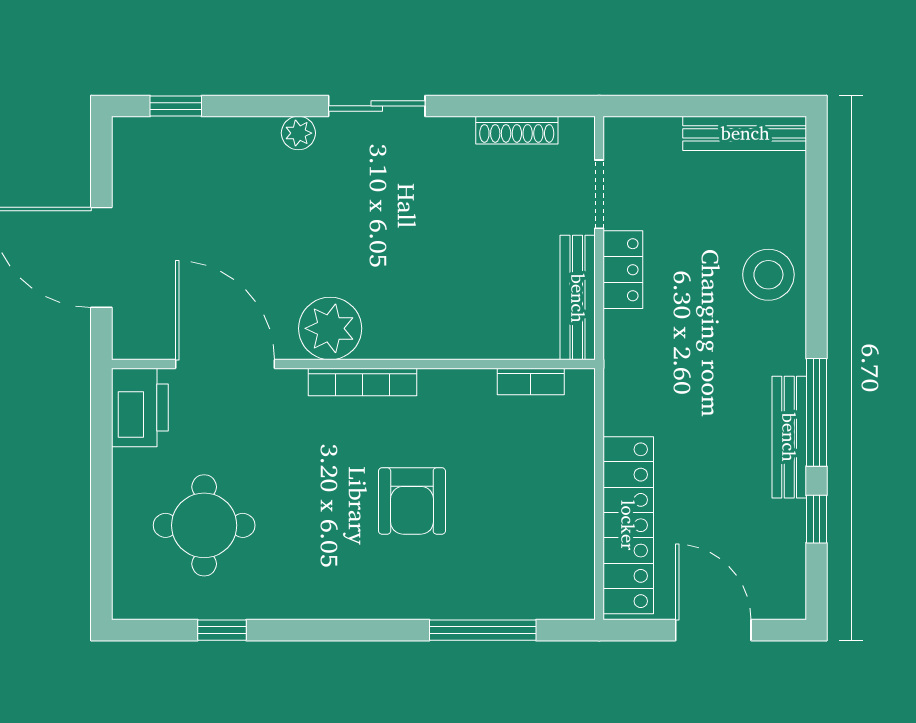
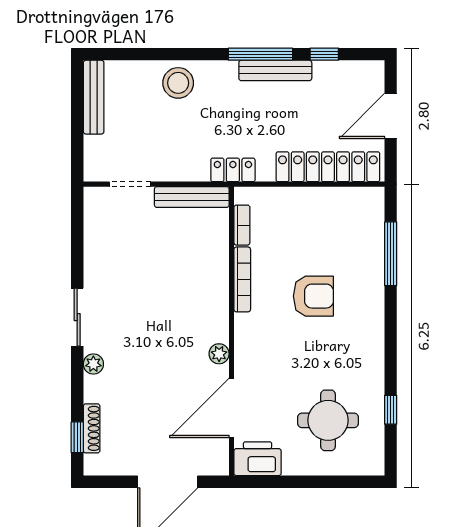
shoe rack: (517, 130) -> (92, 428), moved
locker: (623, 270) -> (233, 170), moved
plant: (330, 328) -> (219, 354), width x0.53, depth x0.53
bookcase: (363, 382) -> (242, 279), moved

